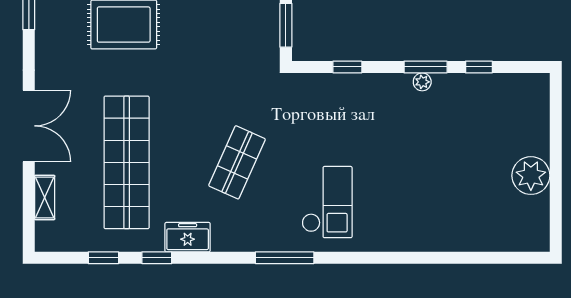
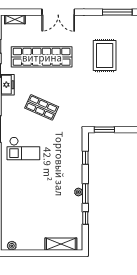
shelving: (536, 120) -> (61, 244), added
plant: (531, 176) -> (12, 246), moved, width x0.53, depth x0.53
shelving: (45, 197) -> (15, 19), moved

